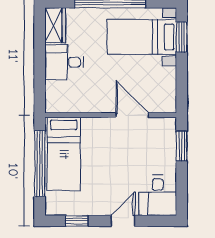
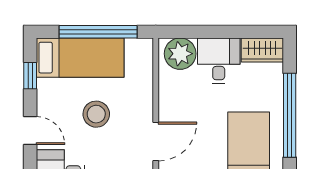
plant: (58, 95) -> (180, 54), added
bed: (64, 154) -> (80, 58), moved, turned 180
stool: (109, 165) -> (96, 114), added

